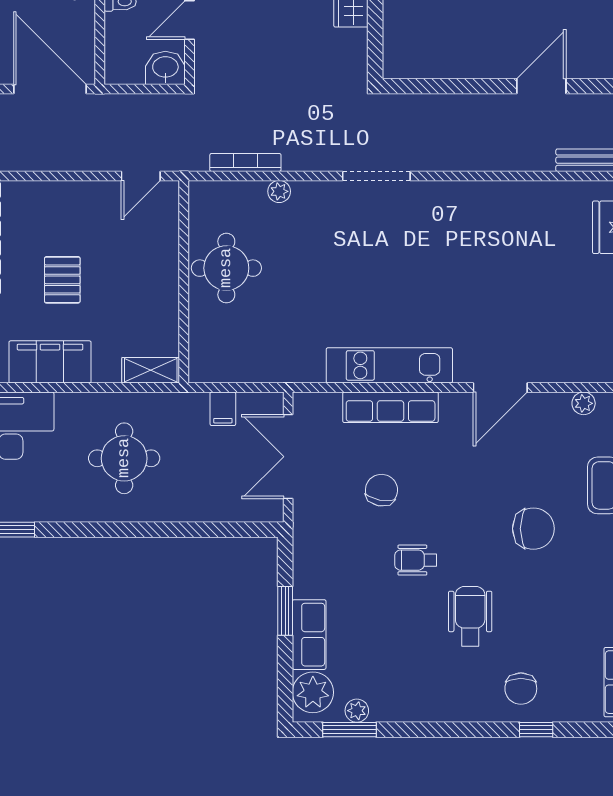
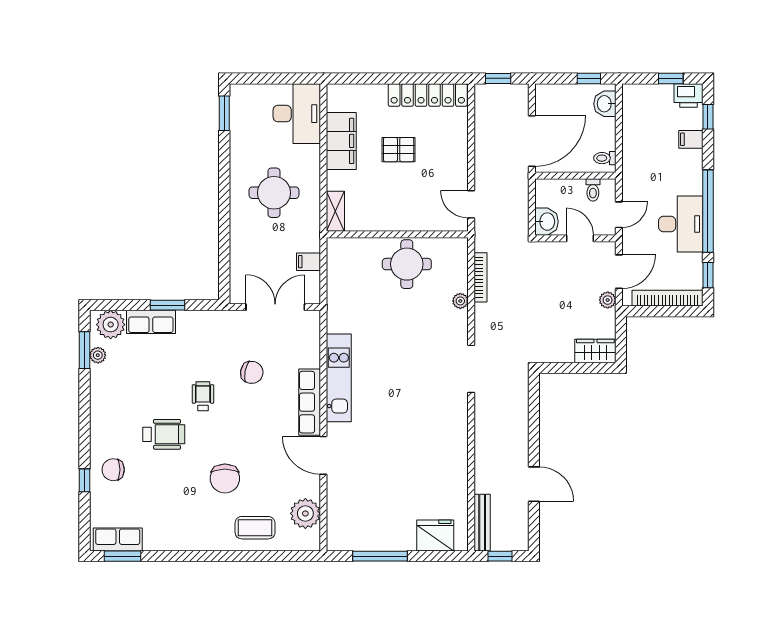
plant: (584, 403) -> (305, 513), width x1.88, depth x1.88
row of seats: (391, 407) -> (310, 402), moved

